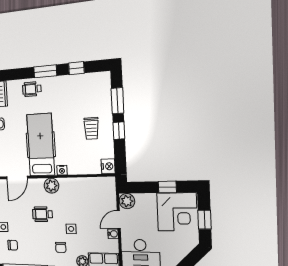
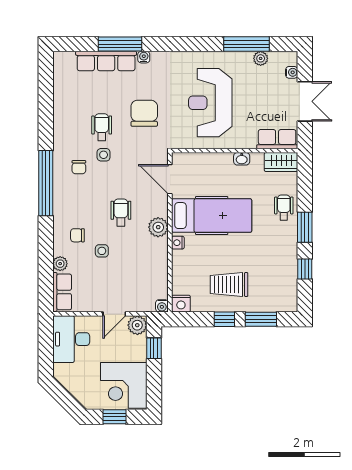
trolley: (91, 128) -> (229, 284), width x1.36, depth x1.39
window: (167, 187) -> (154, 348), moved
door: (119, 220) -> (114, 314), swing flipped
water cooler: (113, 234) -> (162, 306), moved

